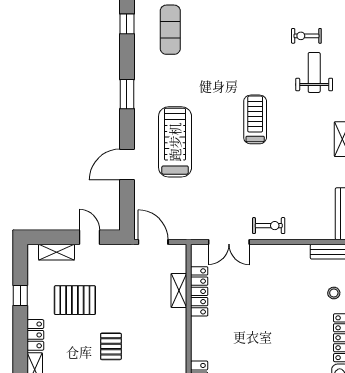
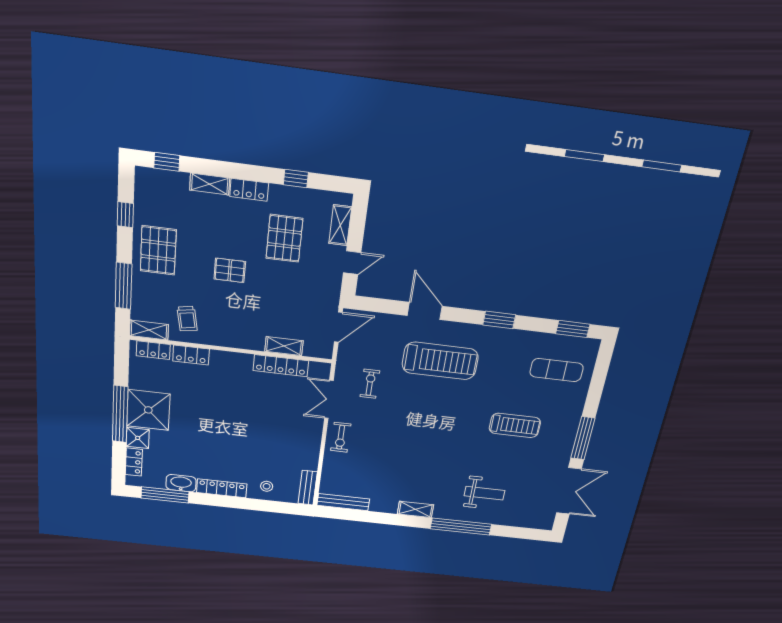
window: (127, 24) -> (573, 329), width x1.50
exercise bike: (306, 36) -> (370, 384), moved
treadmill: (255, 119) -> (515, 425), moved

